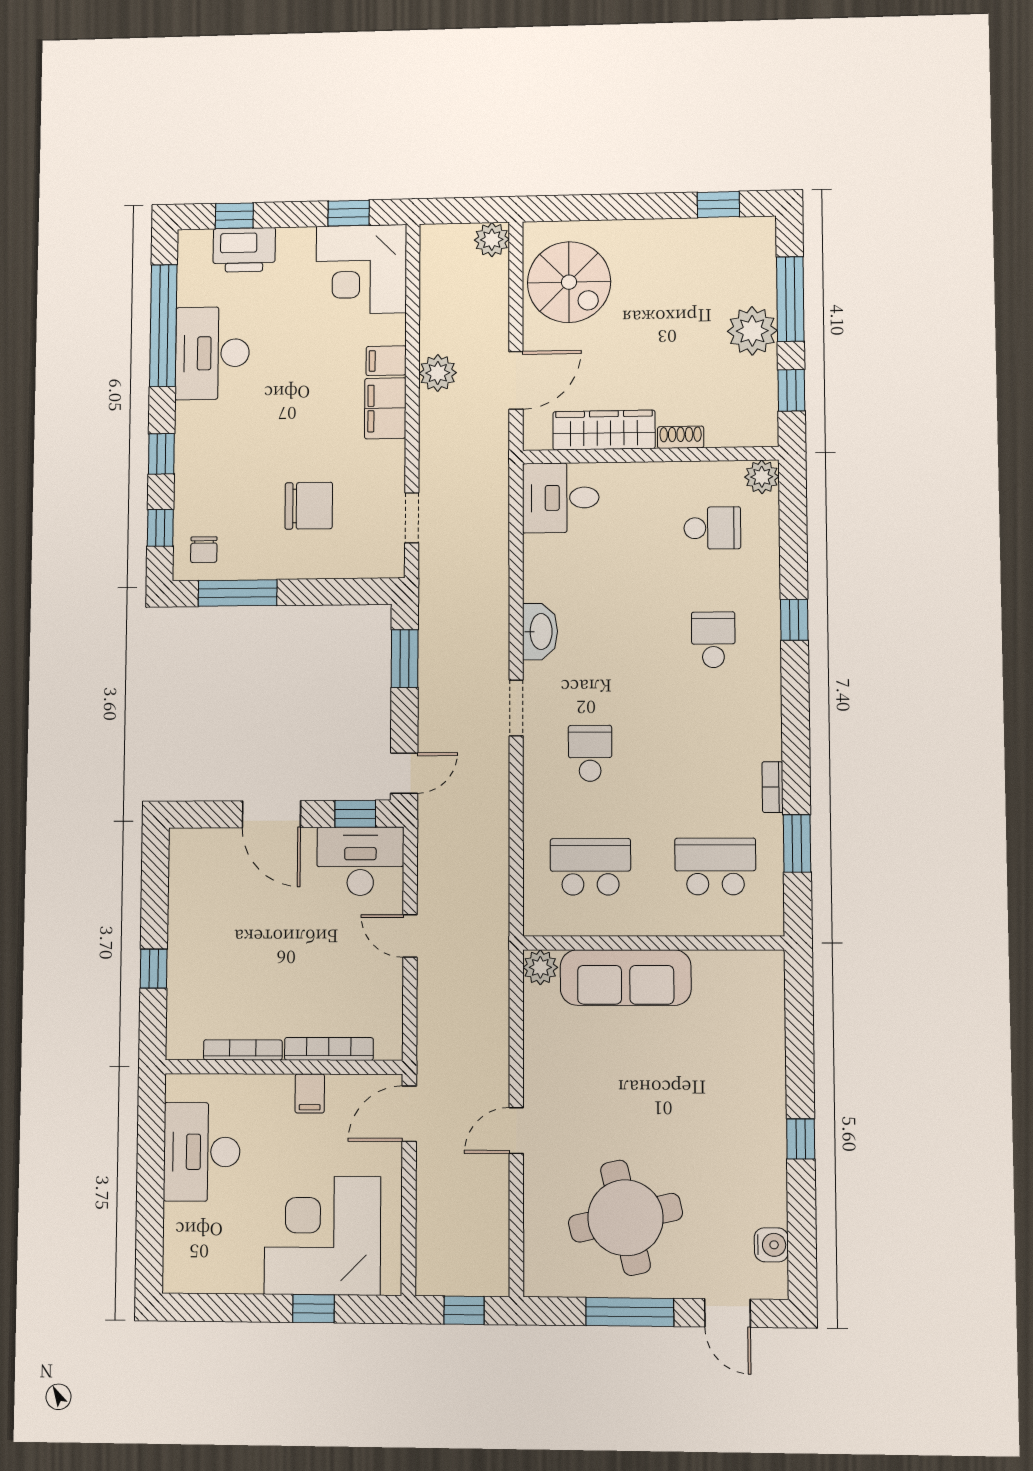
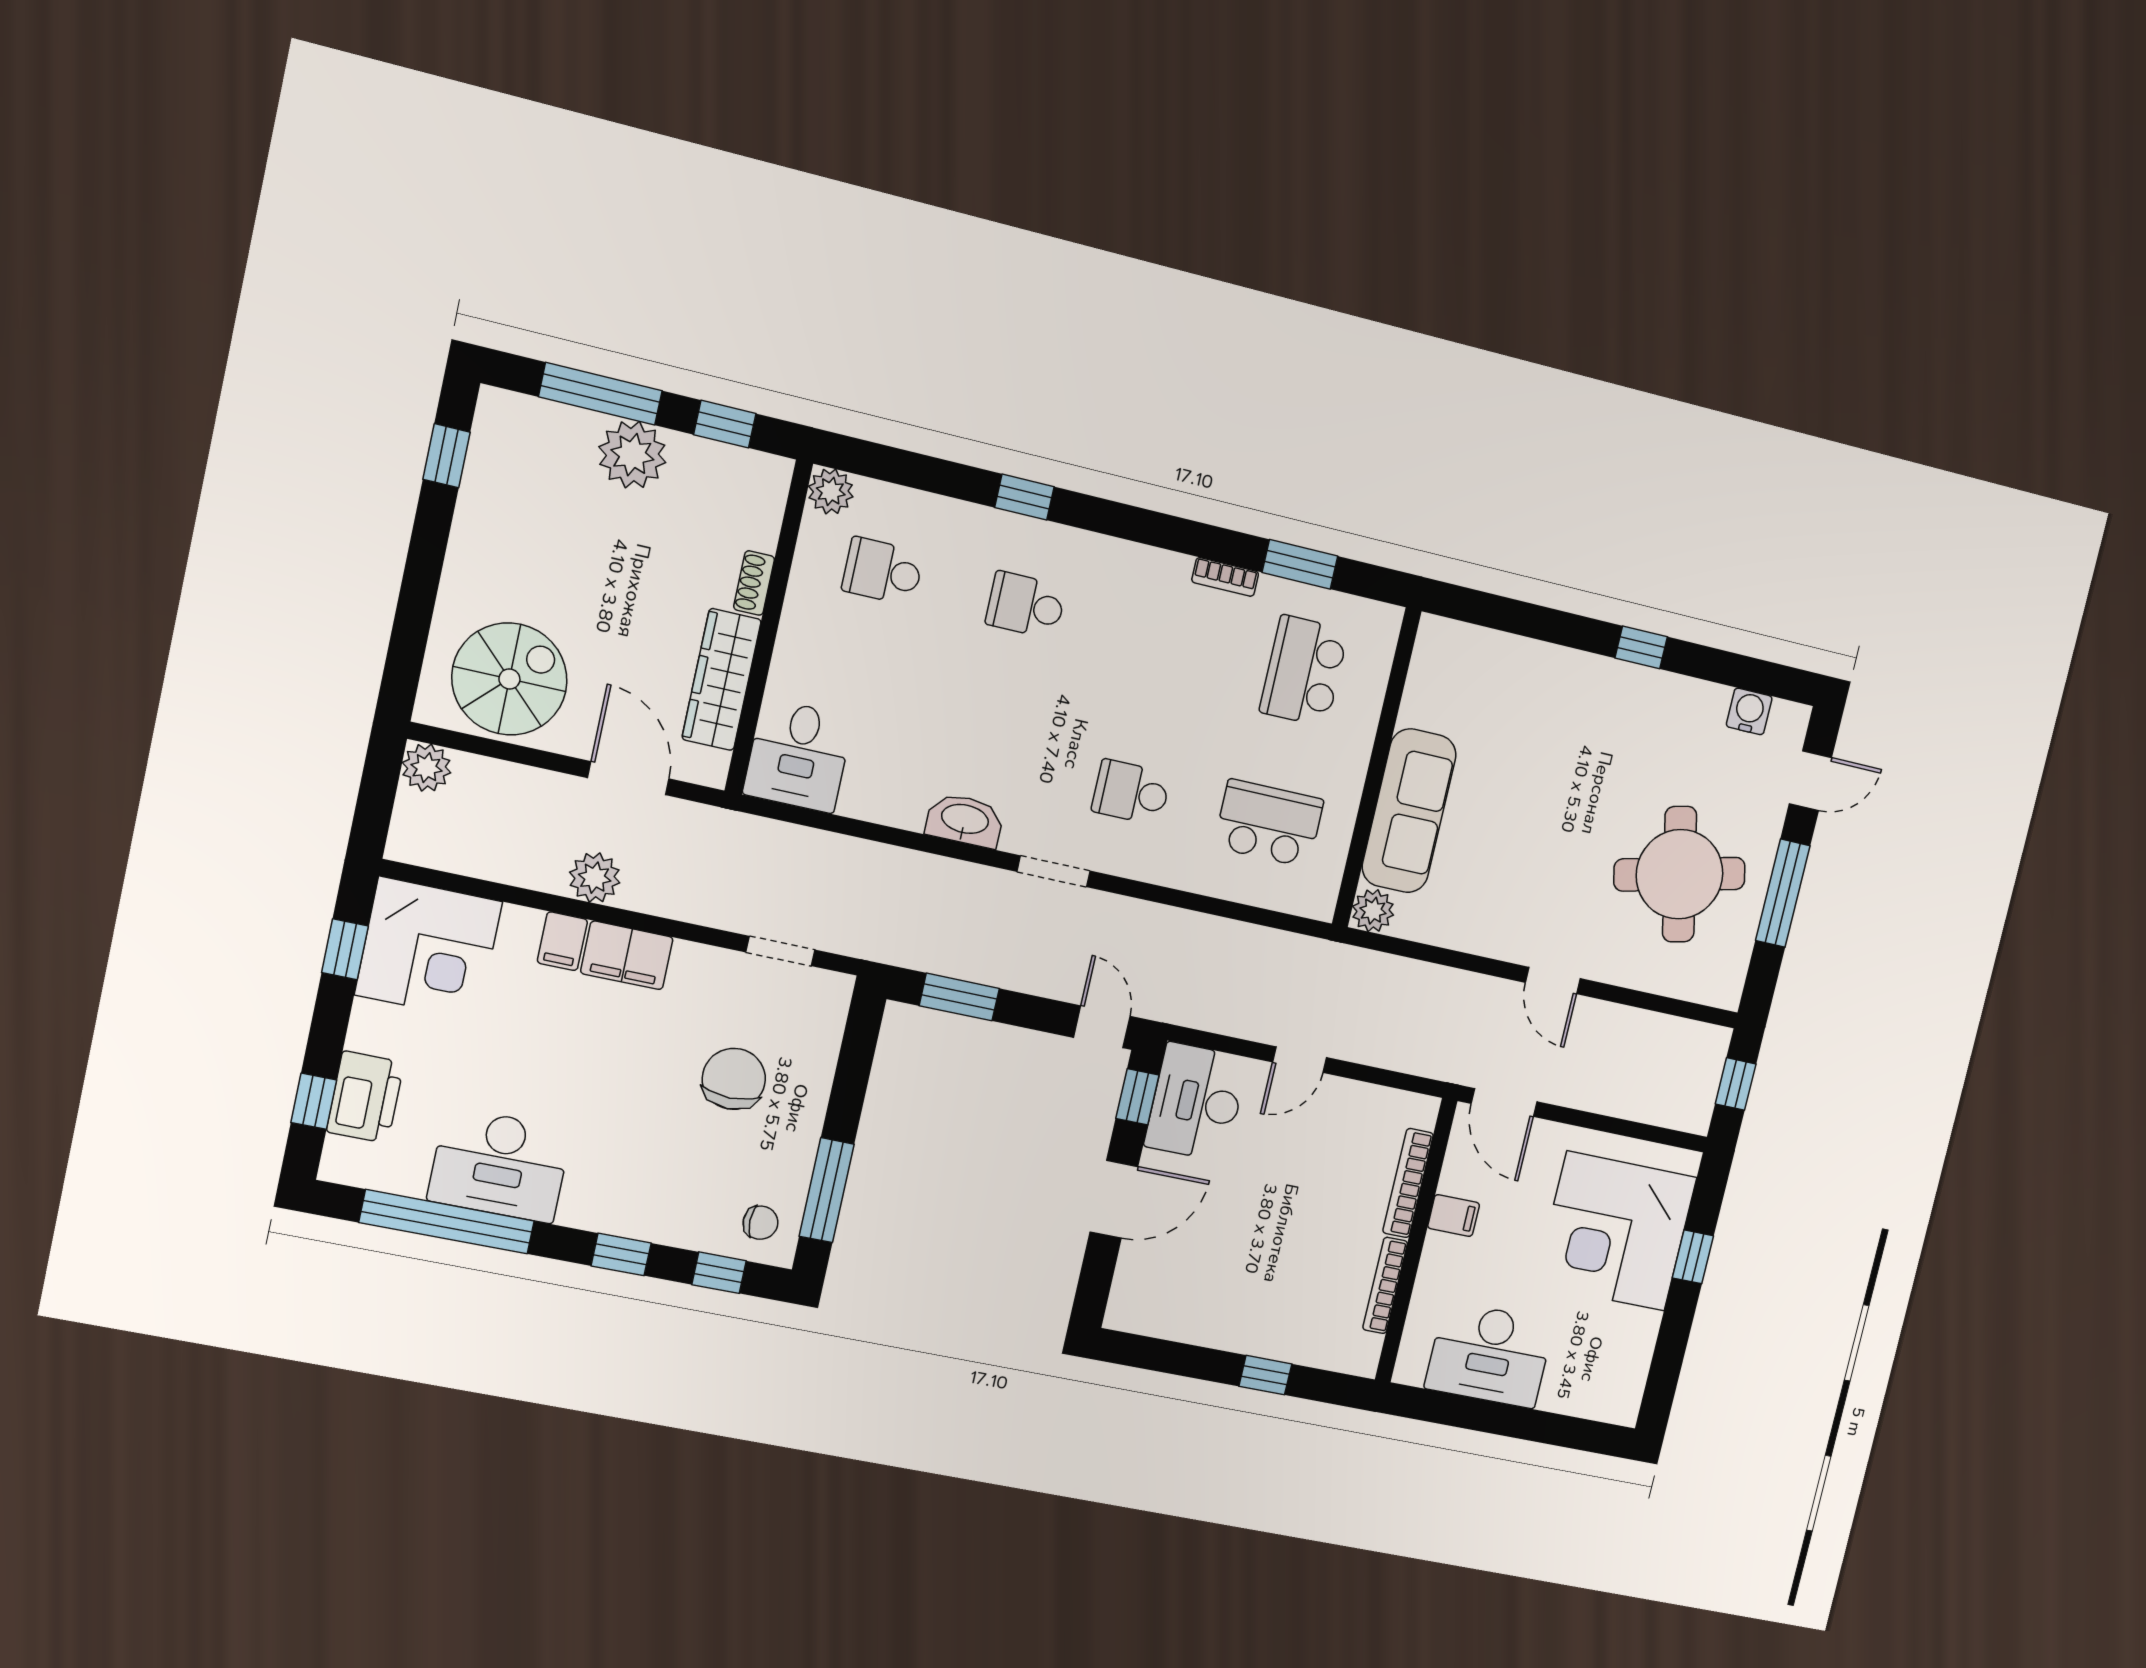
school desk: (712, 528) -> (883, 571), turned -90
school desk: (590, 867) -> (1269, 823), turned 90

